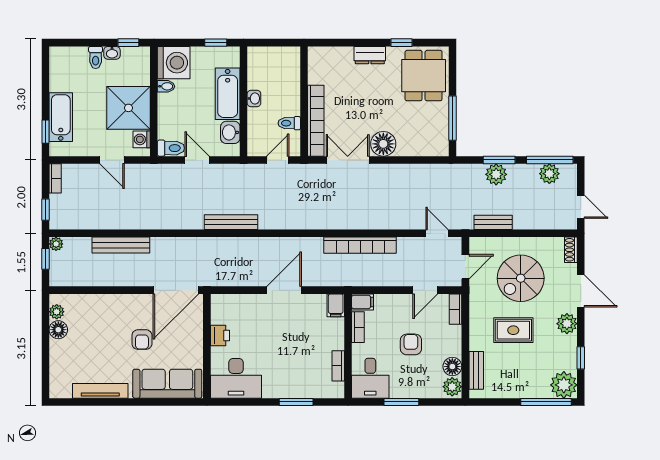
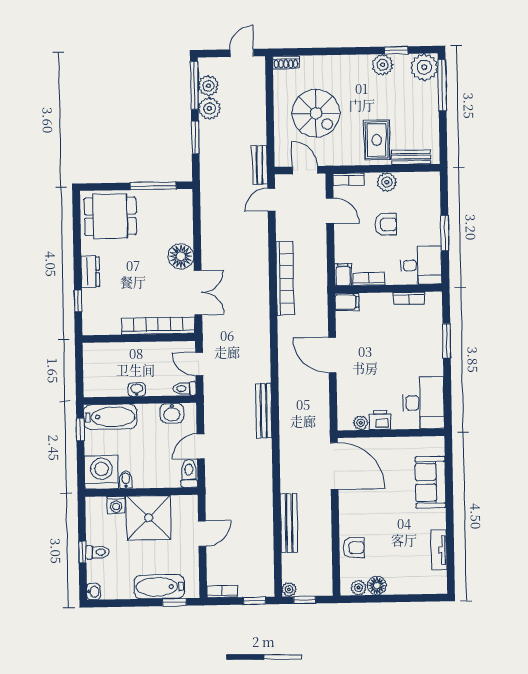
window: (128, 43) -> (82, 552), moved
window: (401, 43) -> (78, 301), moved
washbasin: (112, 53) -> (94, 592), moved
bathtub: (228, 94) -> (110, 417), moved
toilet: (289, 123) -> (185, 389), moved, turned 90
washing machine: (142, 139) -> (116, 505), moved
double door: (348, 160) -> (198, 292), swing flipped
plant: (496, 174) -> (209, 108), moved
bench: (493, 222) -> (260, 165), moved
door: (581, 291) -> (328, 51), removed
plant: (218, 317) -> (361, 423), added
plant: (567, 324) -> (383, 65), moved
rug: (513, 330) -> (377, 140), moved
armchair: (142, 340) -> (354, 548), moved
armchair: (411, 344) -> (386, 224), turned 180
floor lamp: (452, 367) -> (408, 182), removed
sofa: (167, 384) -> (430, 482), width x0.73
plant: (452, 387) -> (387, 182), moved
tv unit: (100, 391) -> (439, 550), width x0.71

